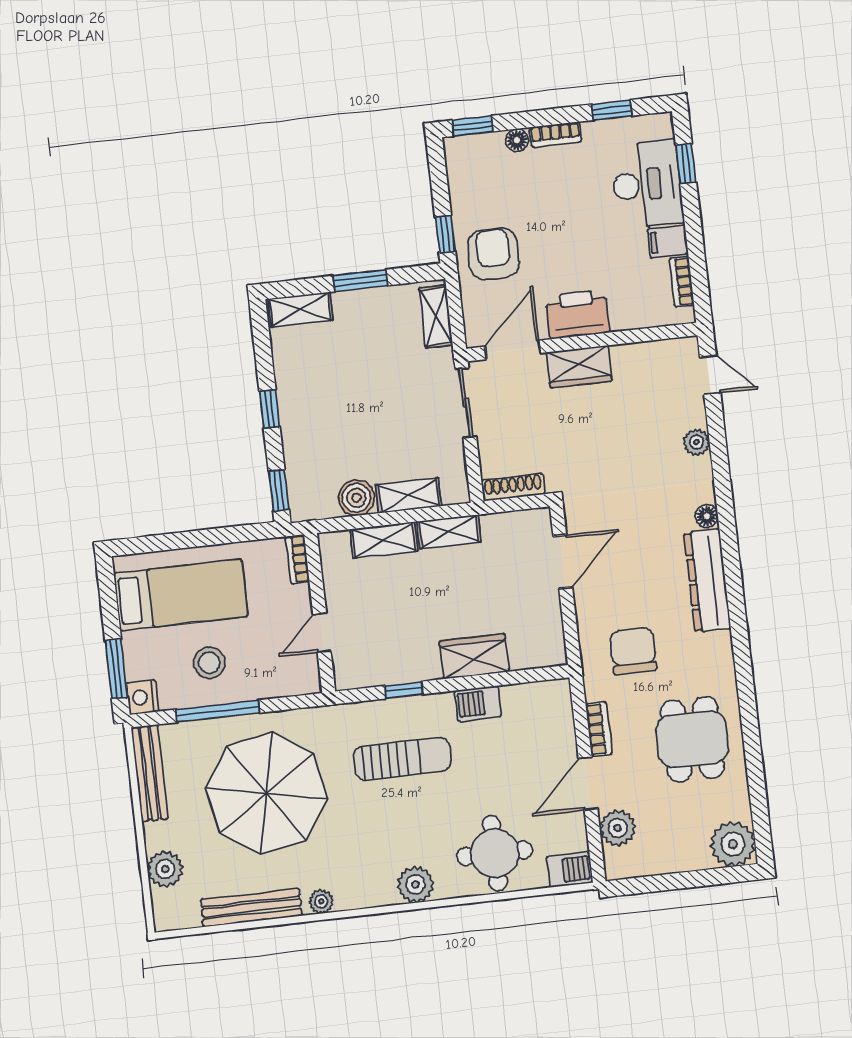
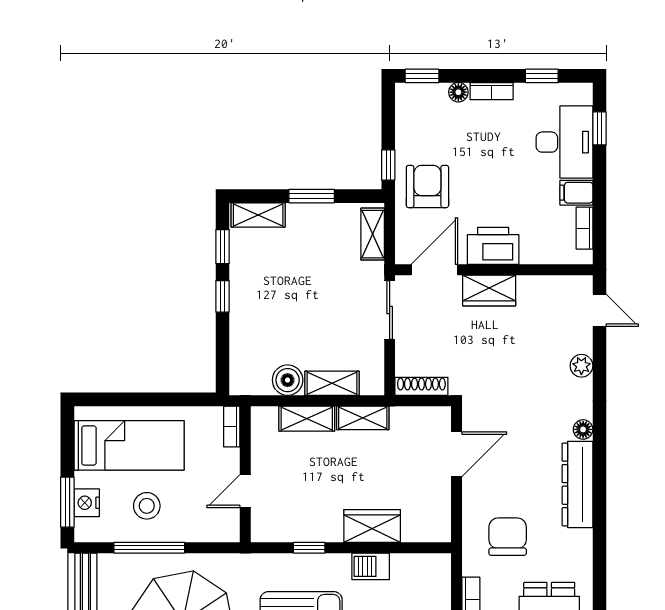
window: (279, 490) -> (222, 247), moved
nightstand: (142, 697) -> (87, 503), moved

